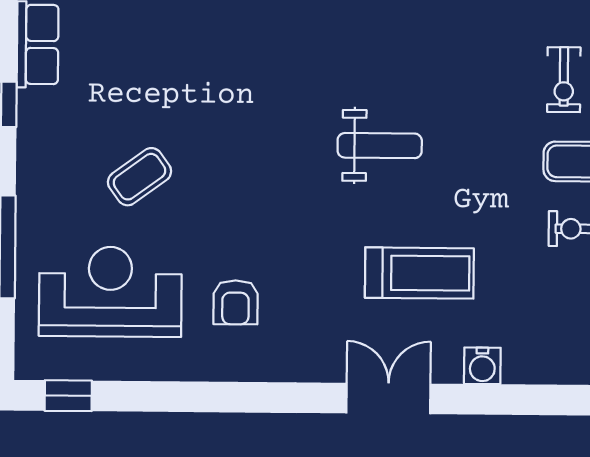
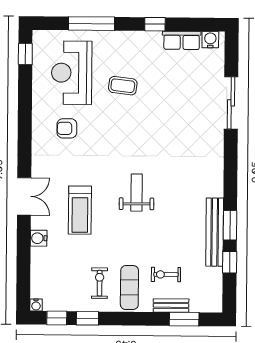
weight bench: (380, 146) -> (137, 193), turned 180
coffee table: (139, 177) -> (123, 86), turned -47
reception desk: (110, 292) -> (72, 73), turned 180

